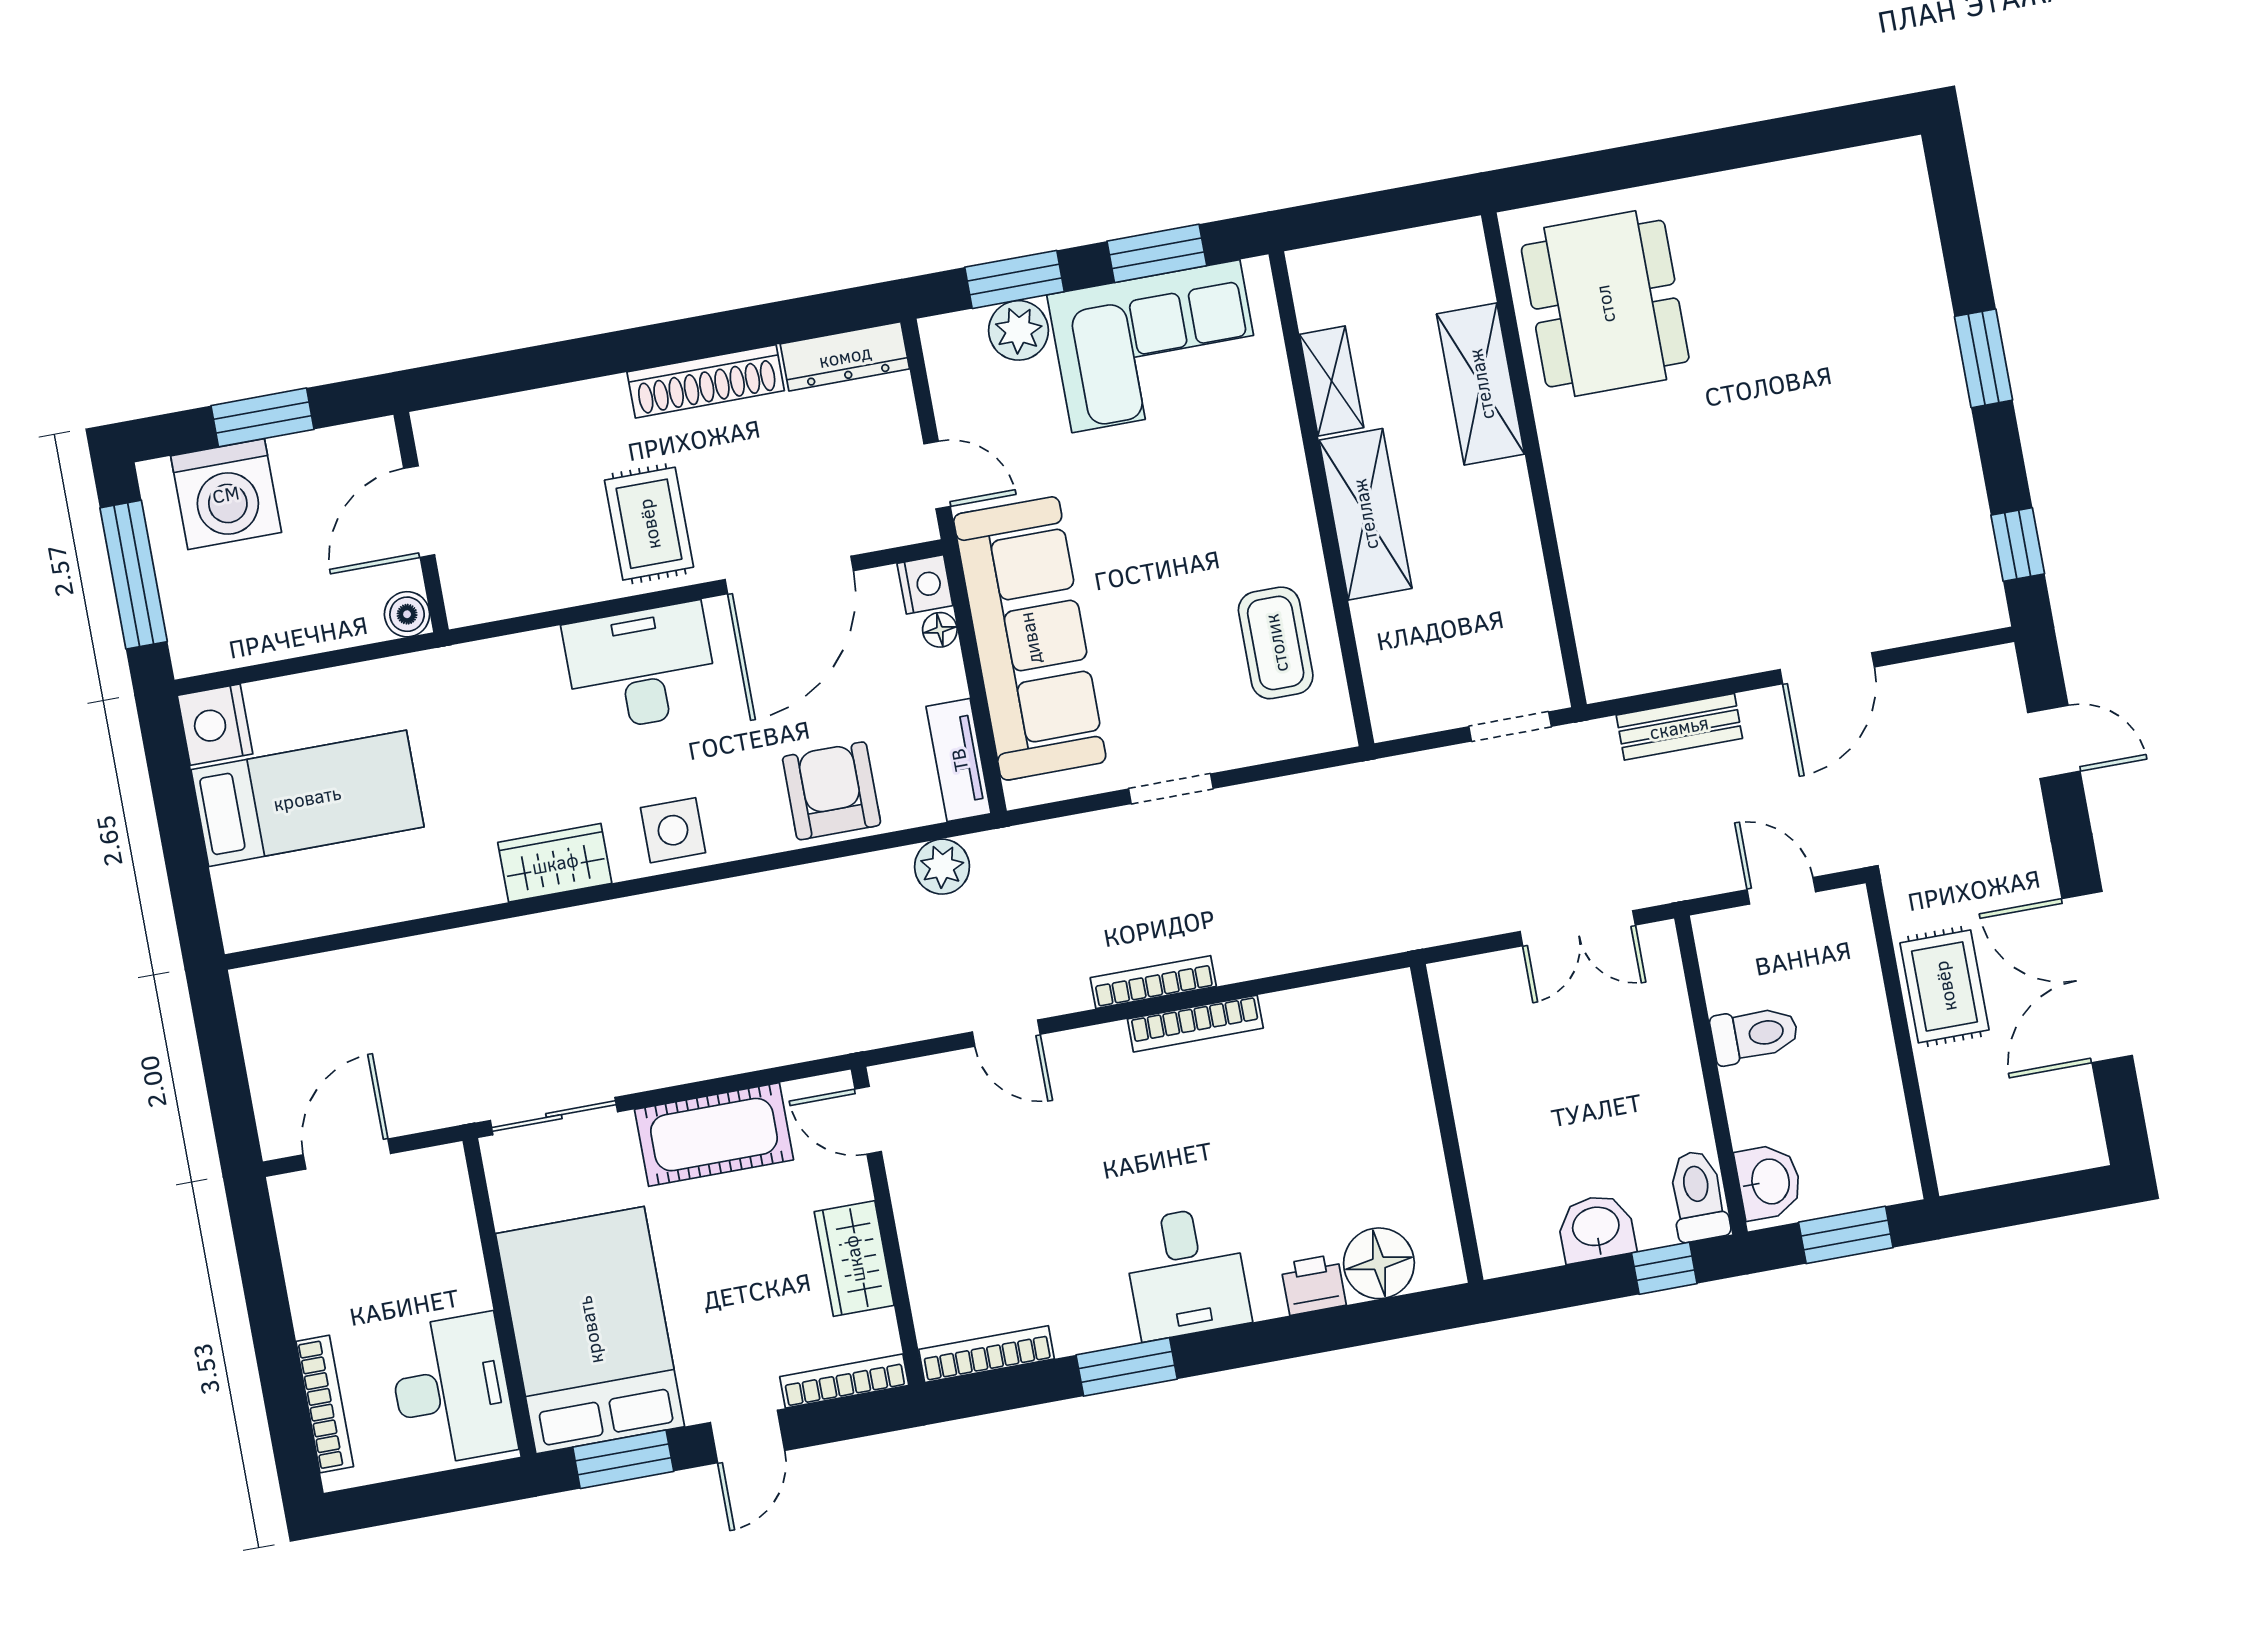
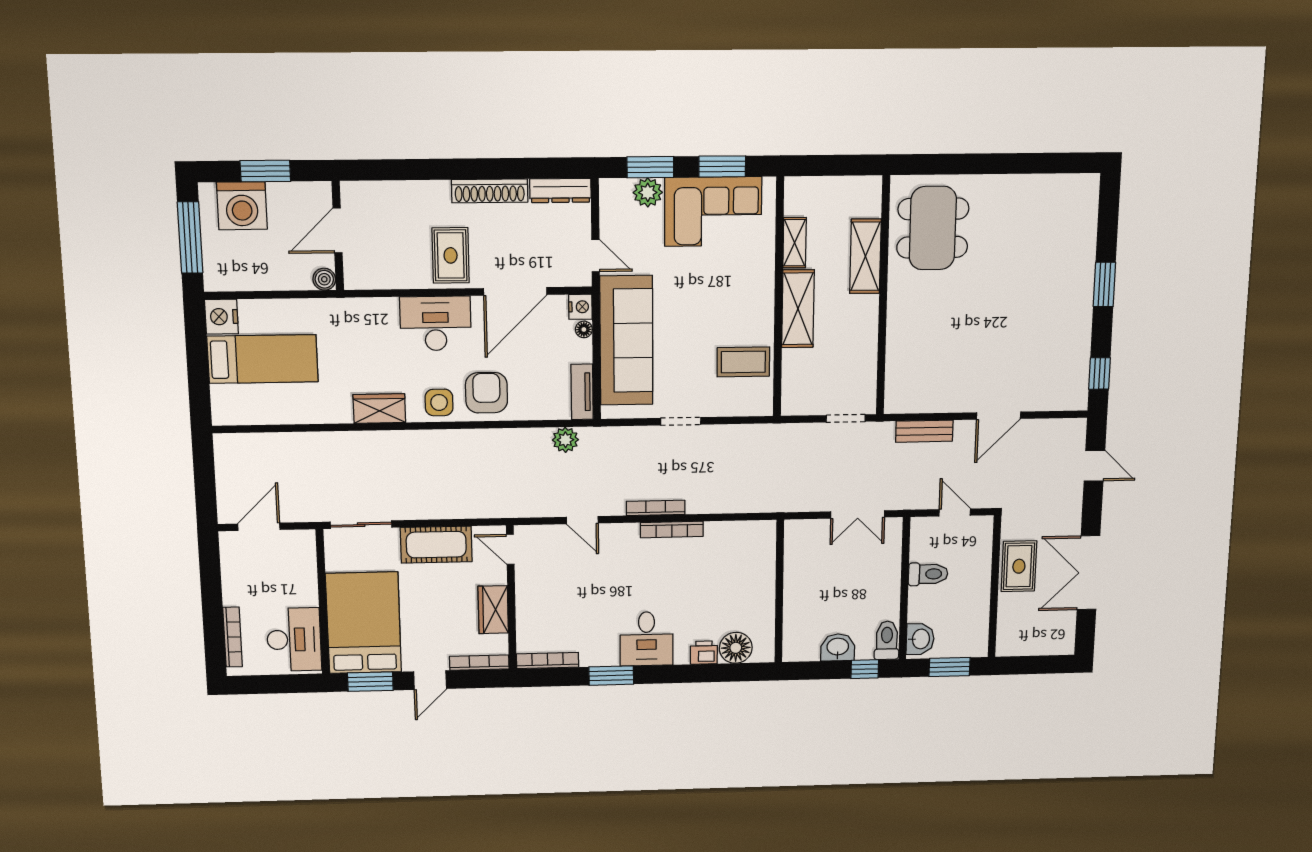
coffee table: (1276, 643) -> (743, 362), turned 90
armchair: (832, 791) -> (486, 393), moved

